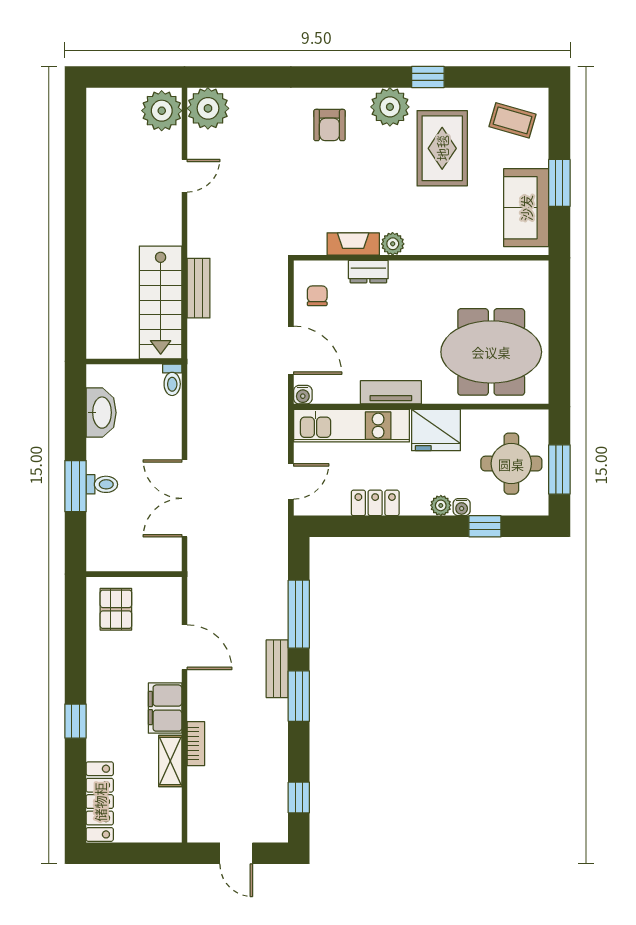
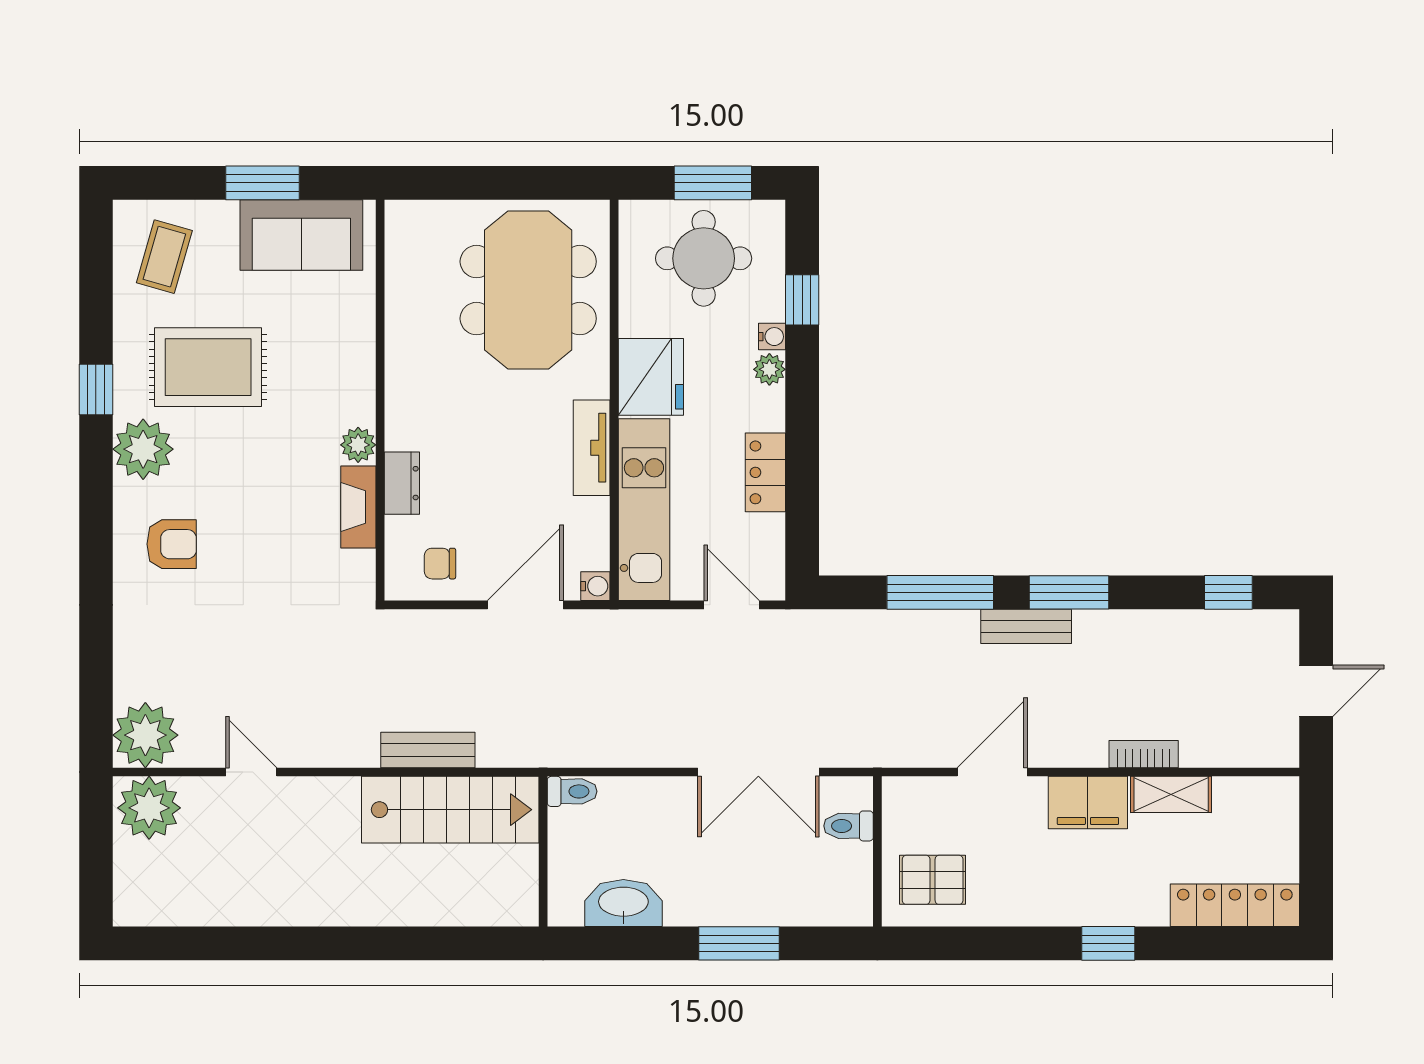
toilet: (102, 484) -> (848, 826), moved, turned -90

